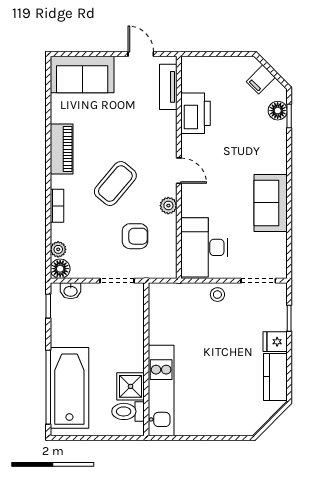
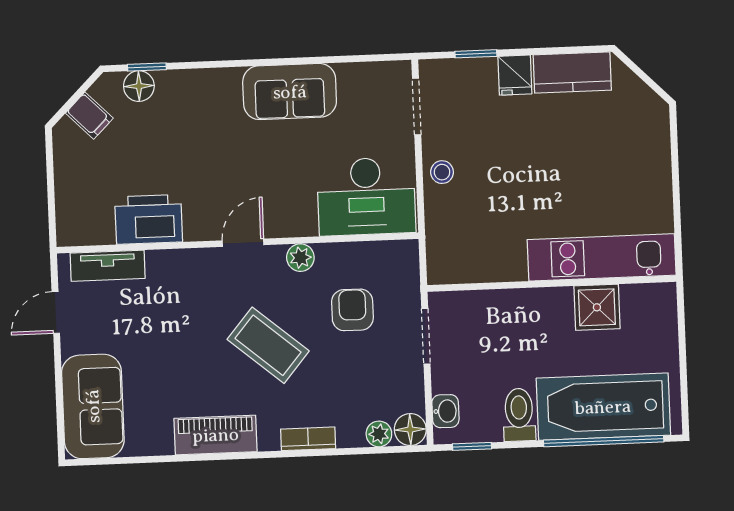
toilet: (128, 411) -> (519, 415), moved, turned 180

